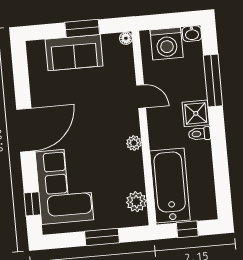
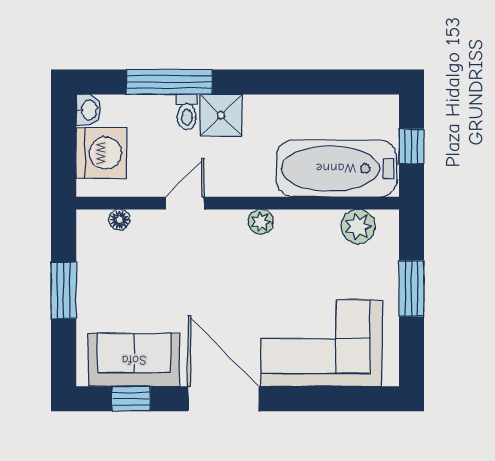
floor lamp: (126, 38) -> (119, 220), moved
sofa: (74, 53) -> (134, 360), moved, turned -90
toilet: (199, 134) -> (187, 112), moved
window: (32, 204) -> (131, 399), moved

